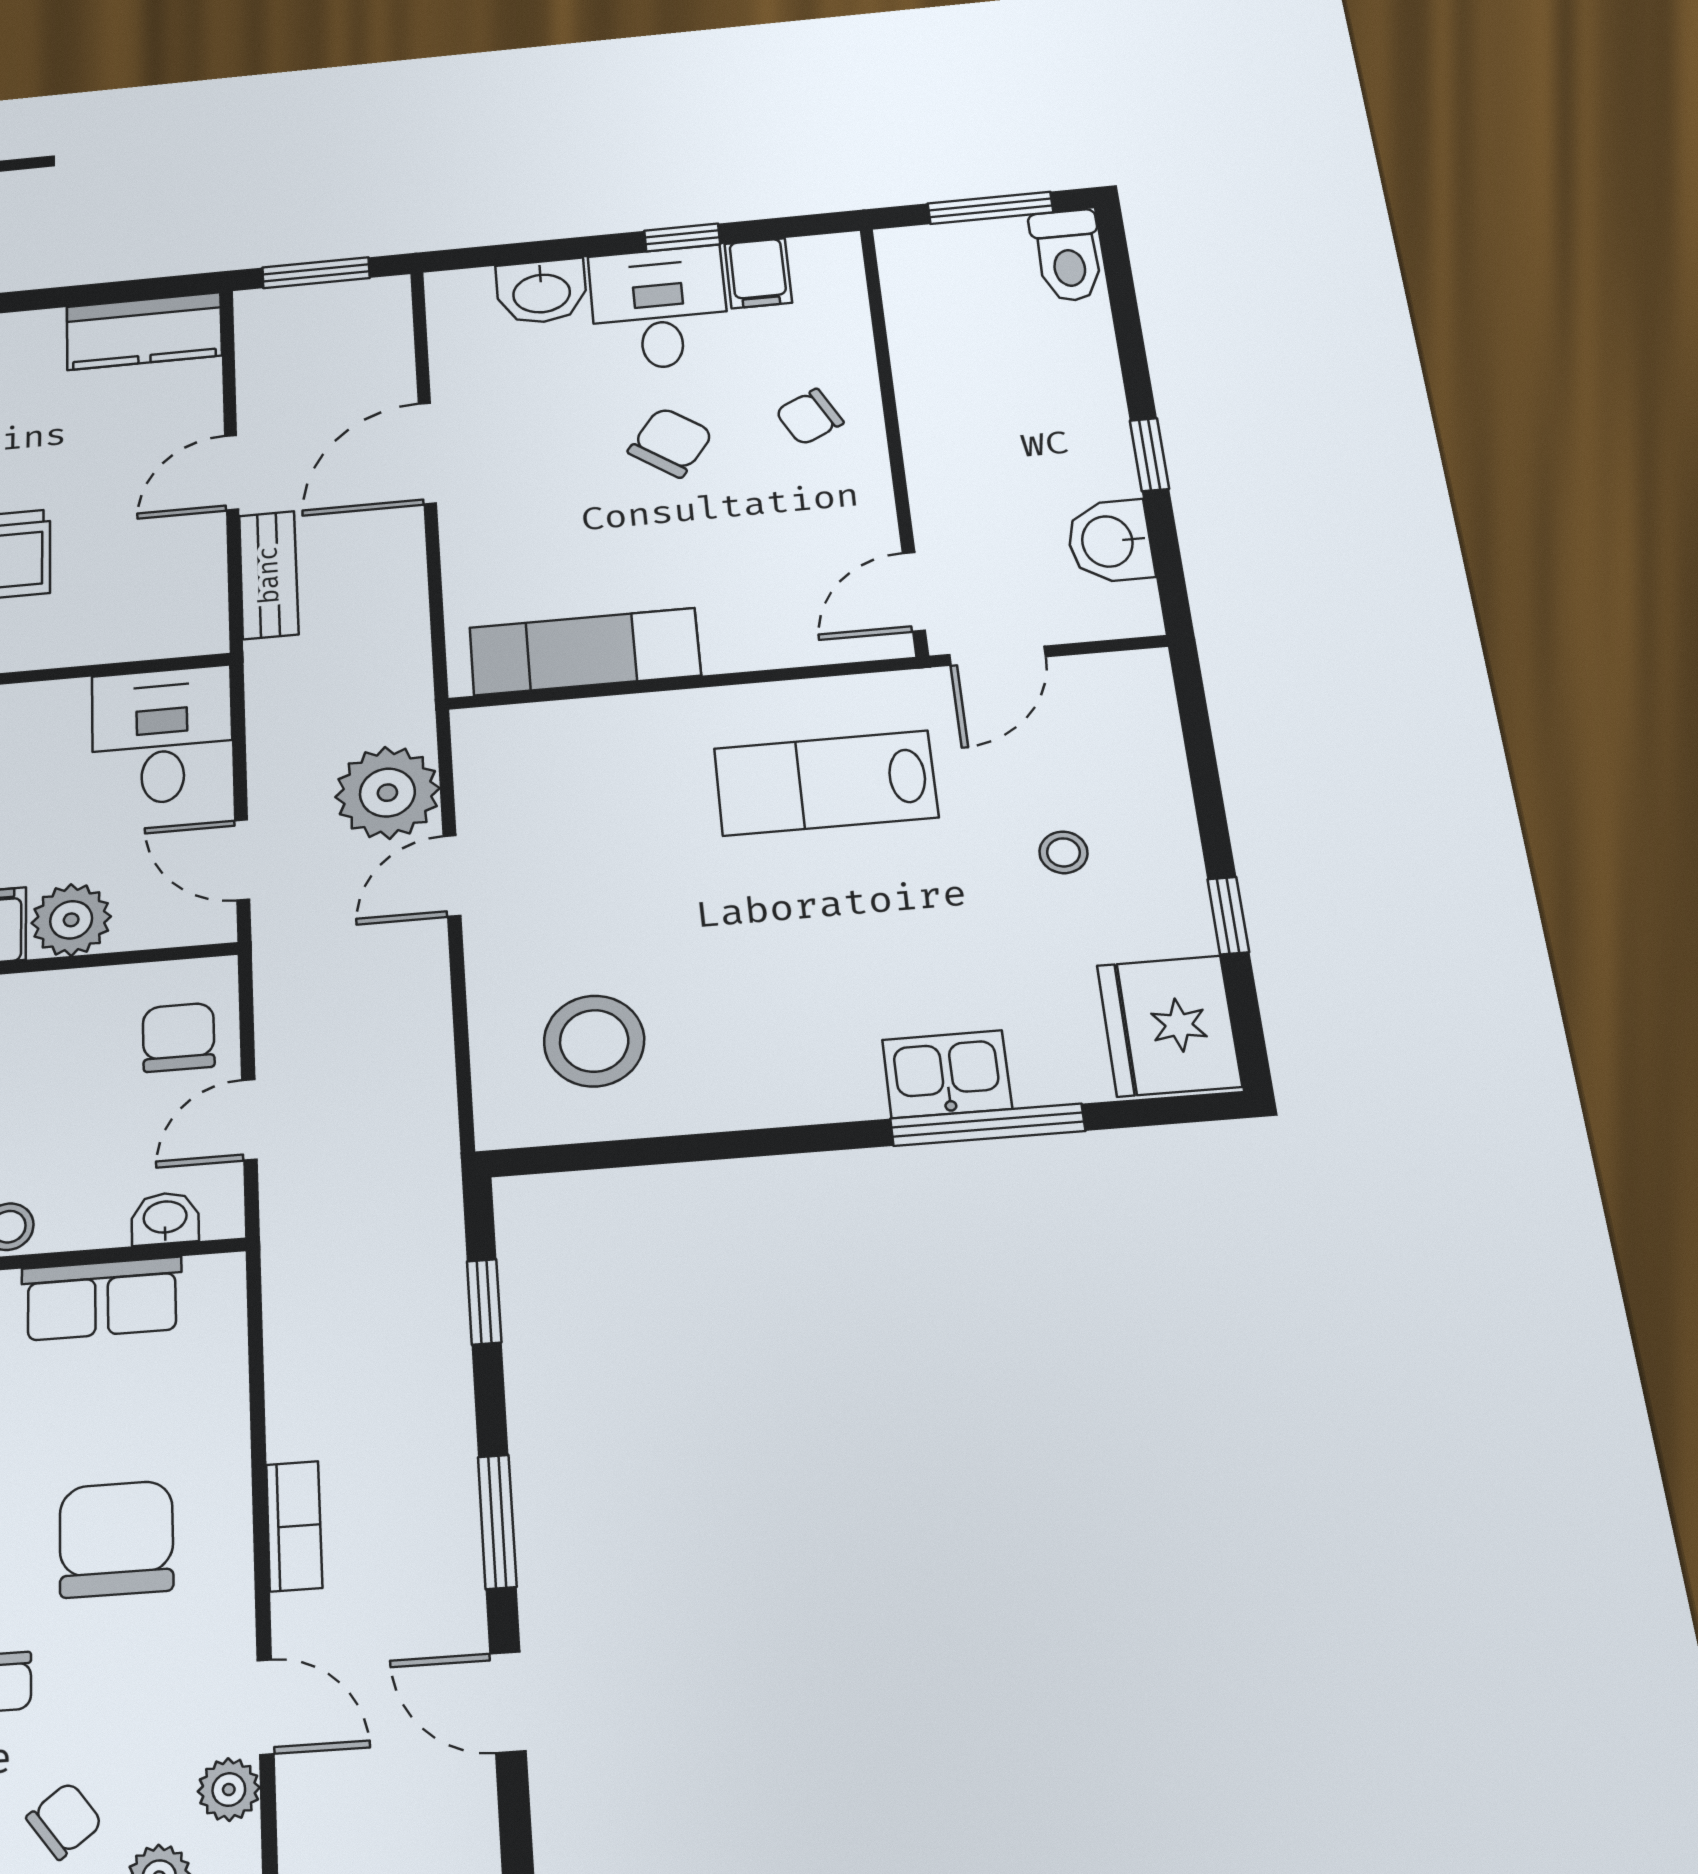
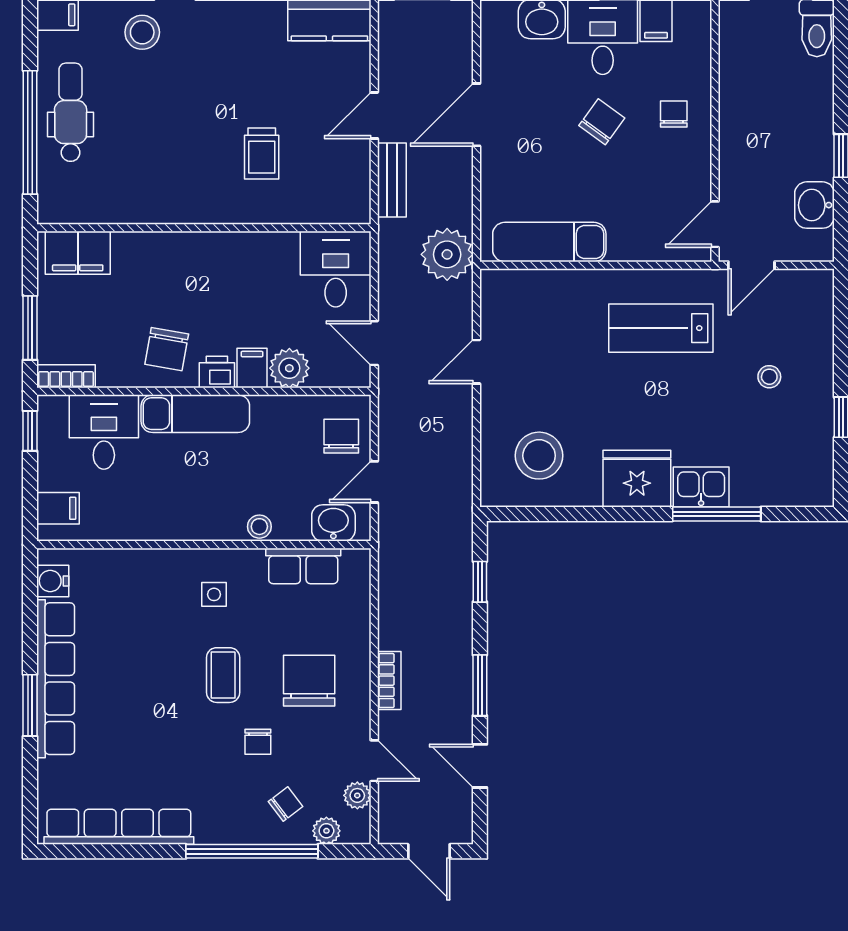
chair: (809, 417) -> (674, 114), turned 117
plant: (387, 793) -> (447, 254), moved
fridge: (1169, 1026) -> (637, 479), moved, turned 90
washbasin: (165, 1218) -> (333, 523), width x1.38, depth x1.45

